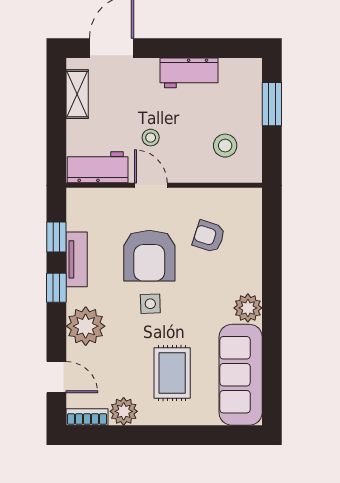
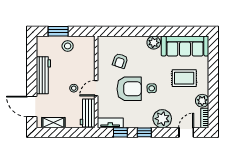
workbench: (189, 73) -> (43, 75), width x1.37
stool: (225, 146) -> (68, 46), moved
tv unit: (77, 259) -> (110, 123), moved

